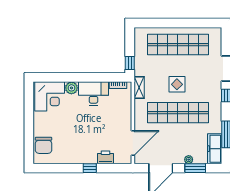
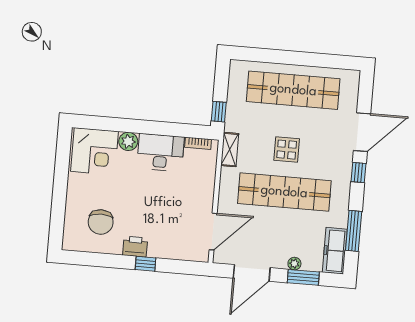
chair: (44, 145) -> (101, 222), moved
printer: (106, 157) -> (135, 247), moved

